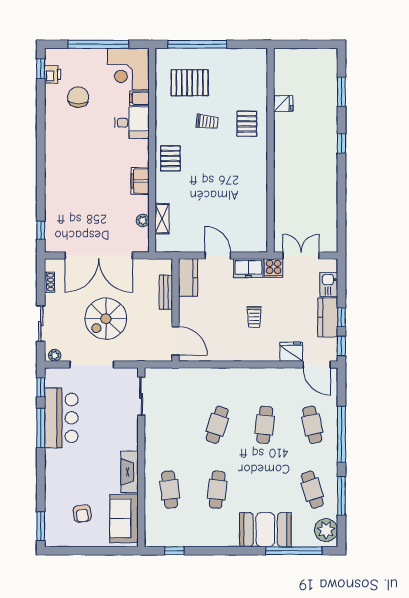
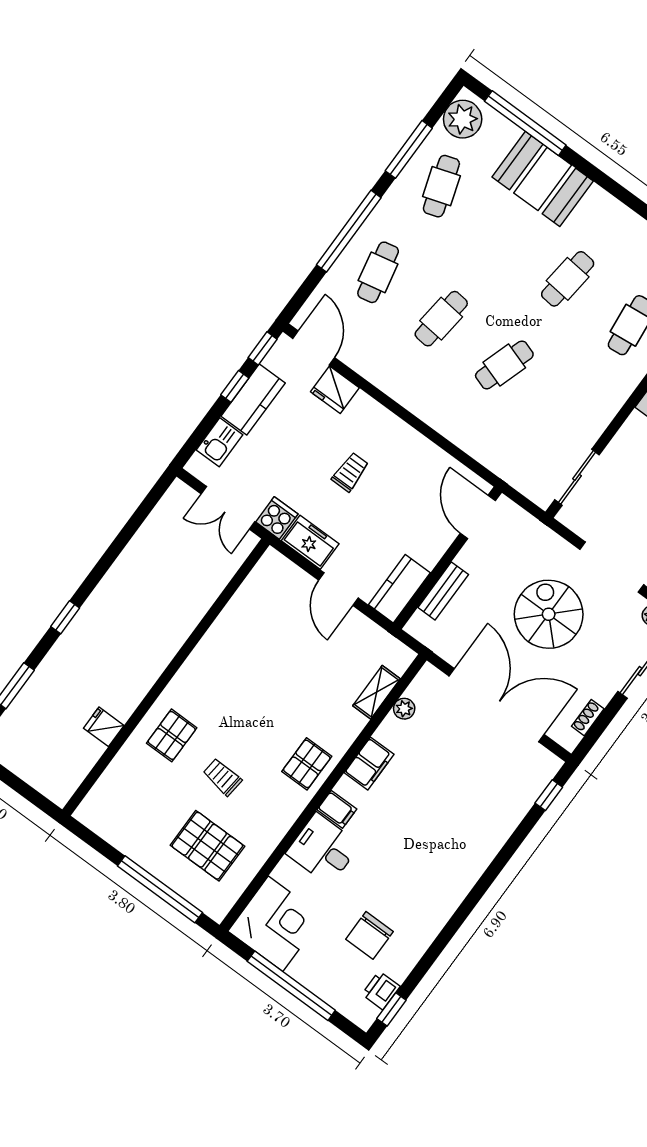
filing cabinet: (139, 98) -> (337, 809), moved
spiral stairs: (106, 319) -> (549, 614), turned -90

